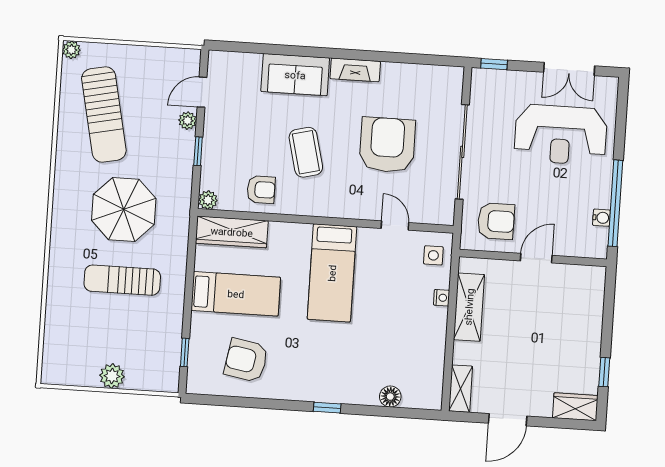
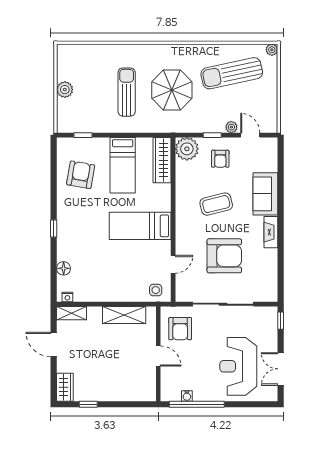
armchair: (261, 190) -> (220, 159), moved
plant: (208, 200) -> (187, 149), width x1.88, depth x1.88
nightstand: (442, 298) -> (67, 297), moved

